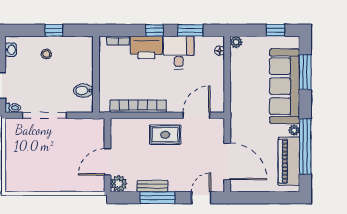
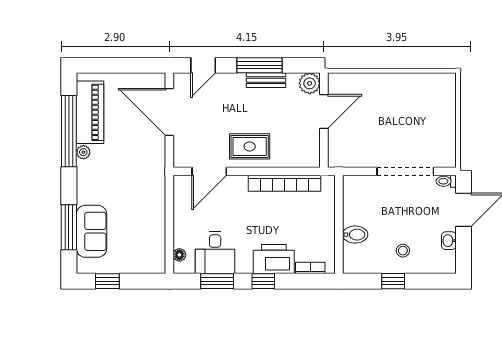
plant: (236, 42) -> (158, 266), removed
washbasin: (11, 50) -> (449, 241), moved
desk: (179, 53) -> (215, 252), moved
sofa: (285, 86) -> (91, 231), width x0.54, depth x0.79
bidet: (83, 91) -> (355, 235), moved

